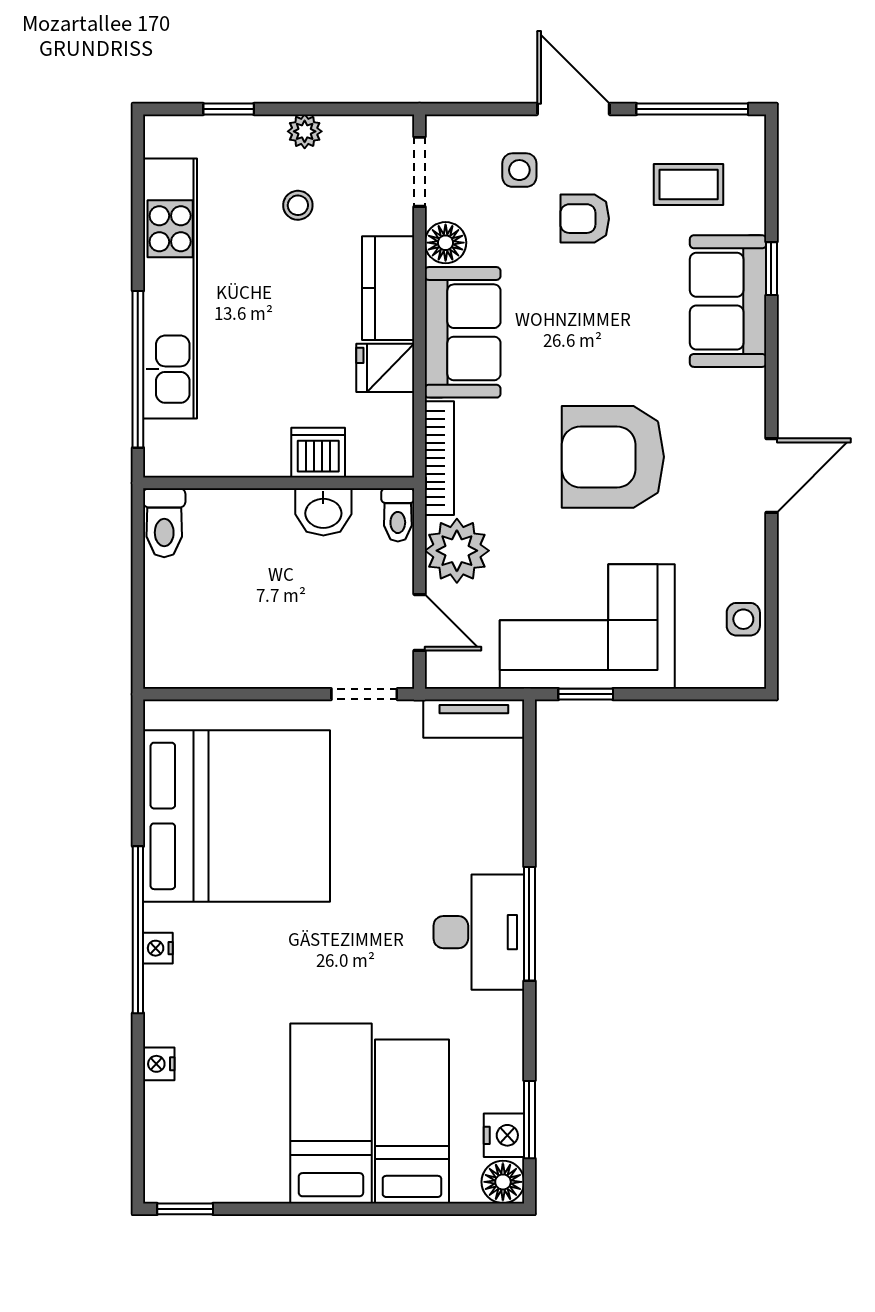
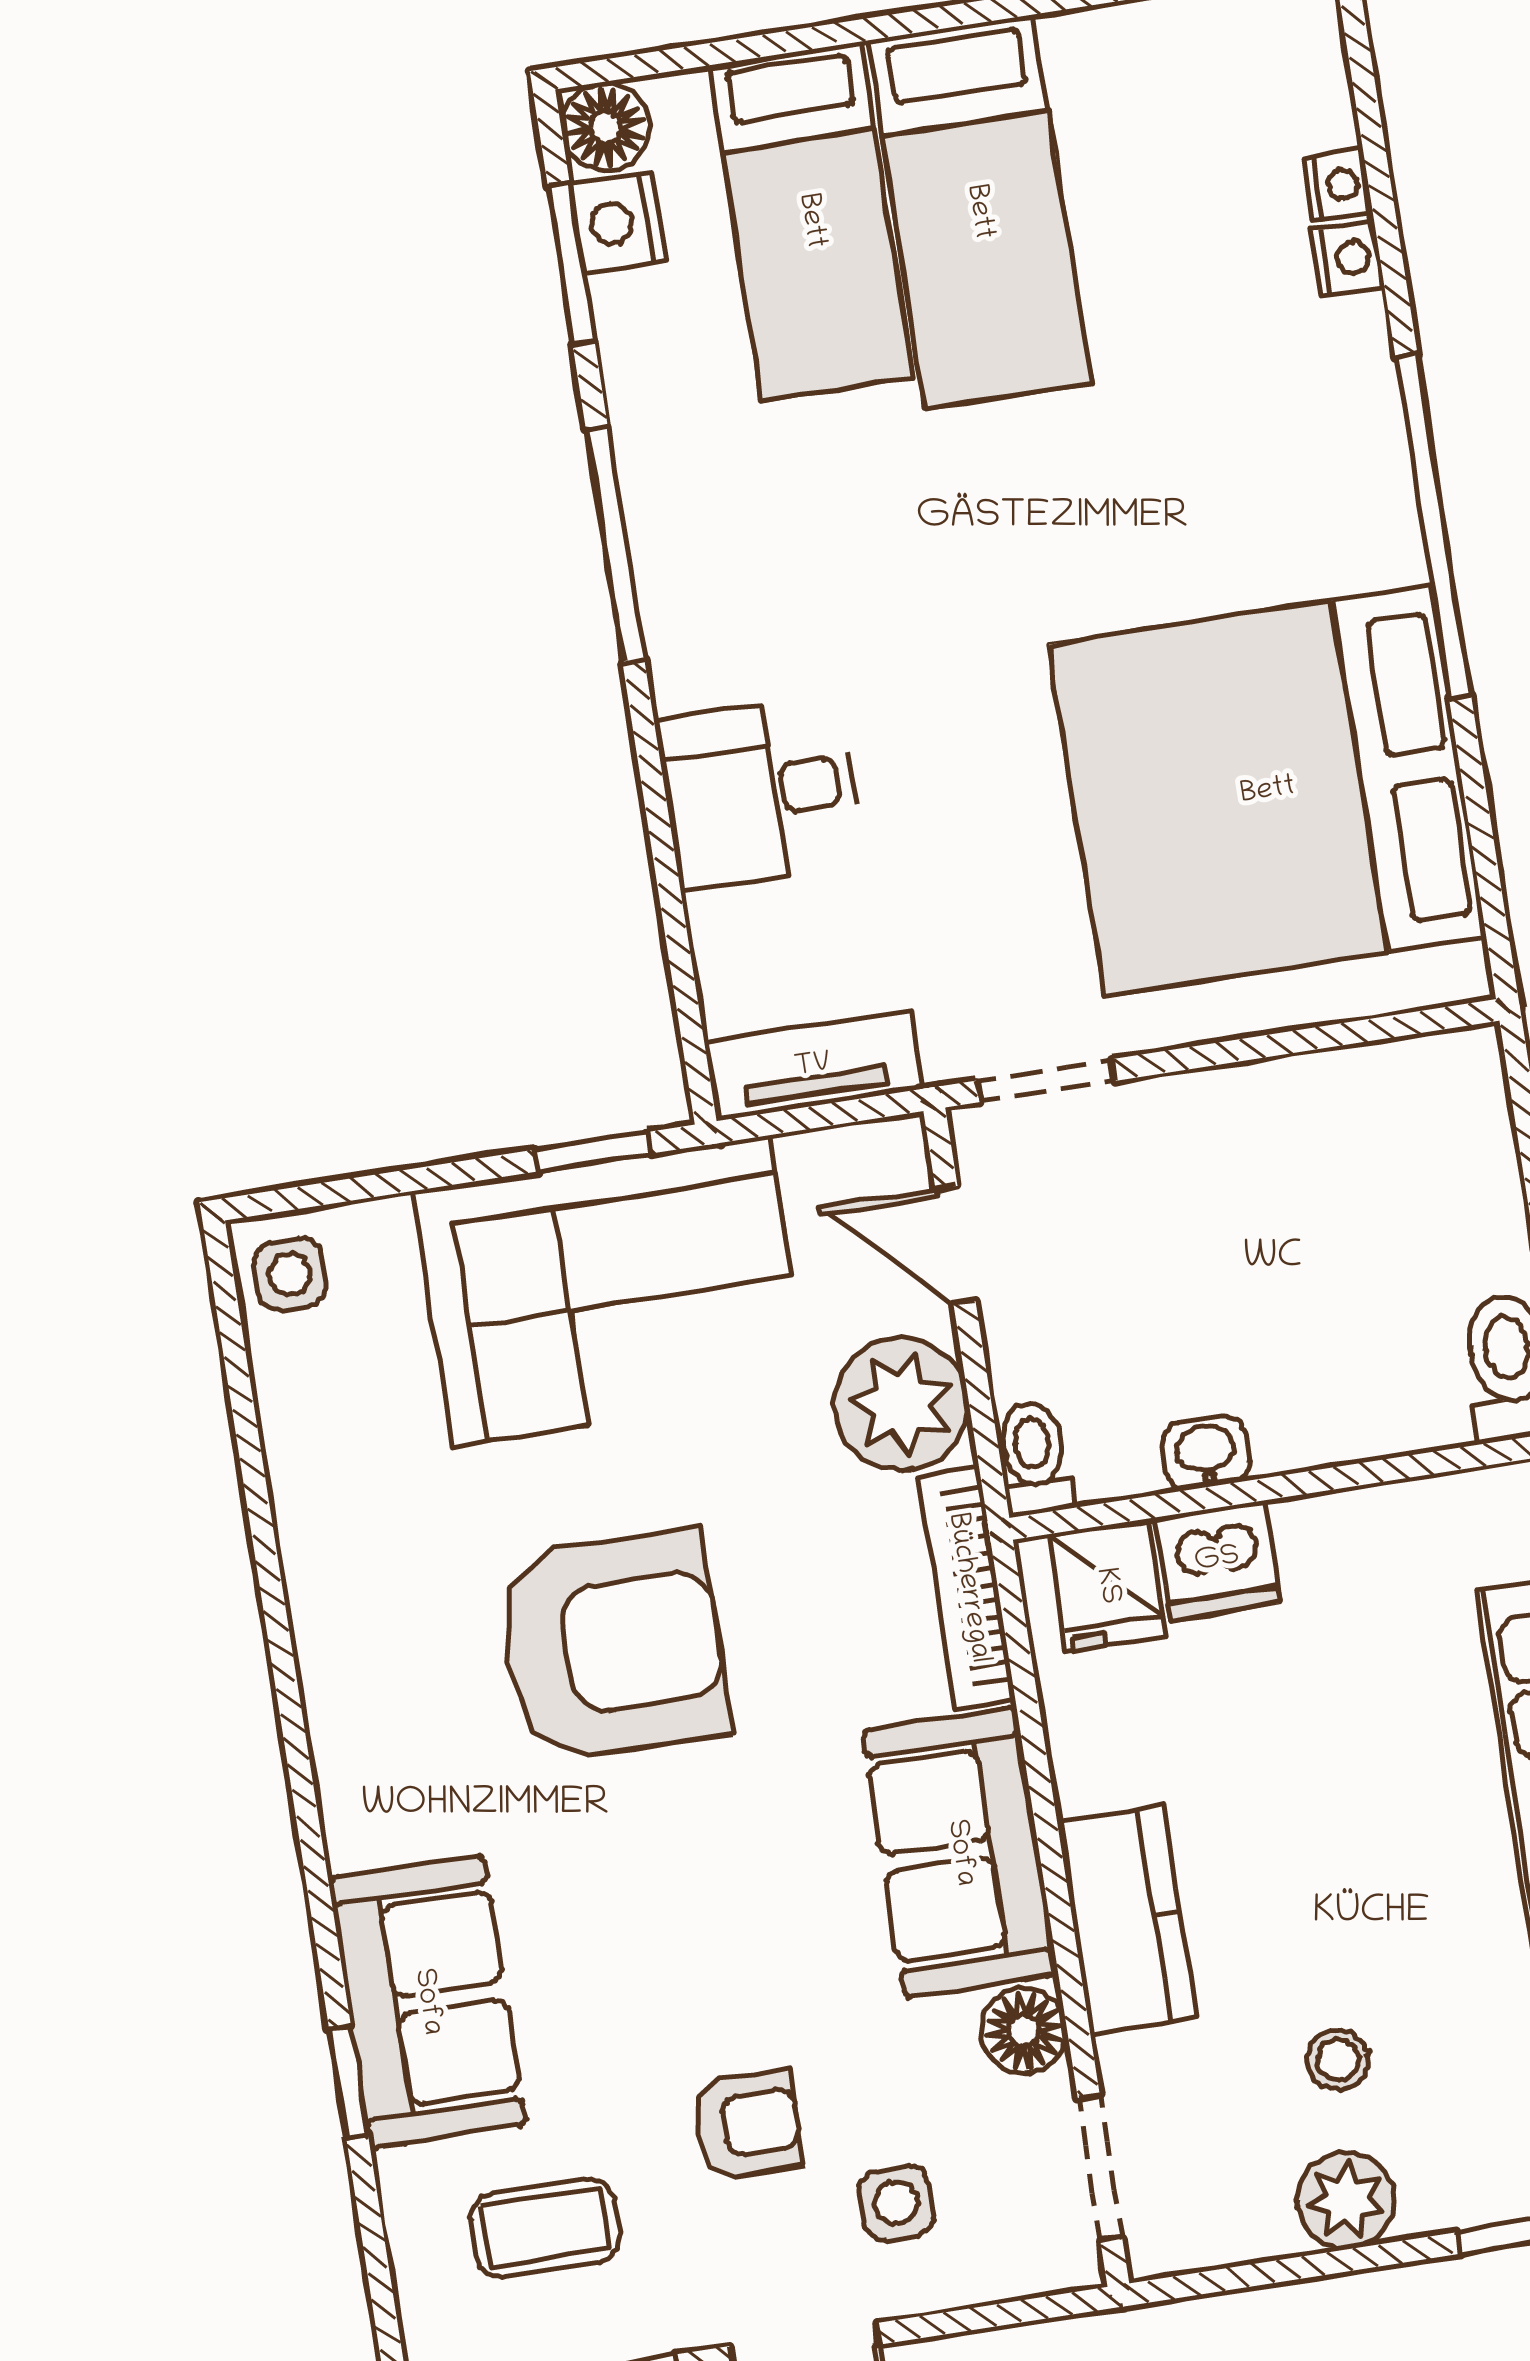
plant: (305, 131) -> (1346, 2200), width x1.38, depth x1.38
fridge: (385, 368) -> (1107, 1586), moved, turned 90
door: (771, 475) -> (282, 1659), removed
washbasin: (323, 512) -> (1206, 1453), width x0.72, depth x0.69
side table: (743, 619) -> (290, 1274), moved
window: (529, 924) -> (615, 545), moved
desk: (479, 932) -> (760, 793), moved, width x0.73
nightstand: (158, 948) -> (1338, 185), moved

